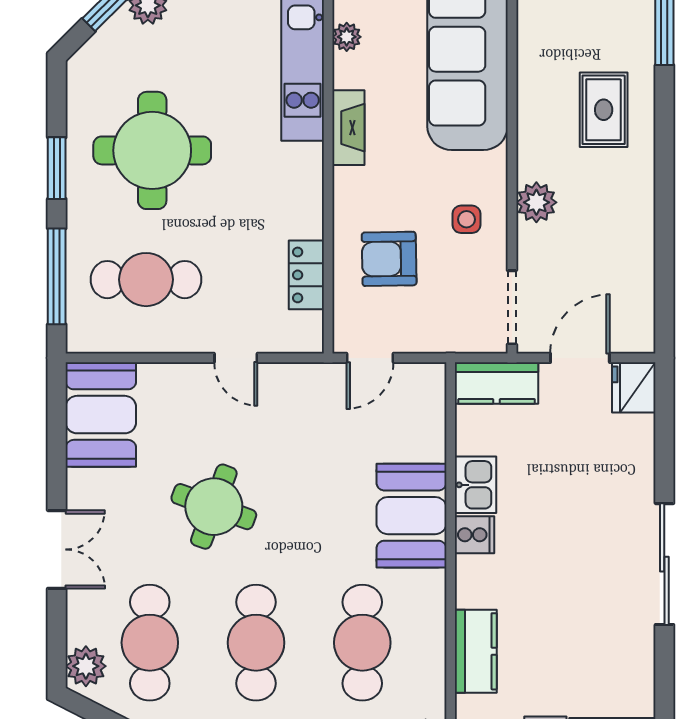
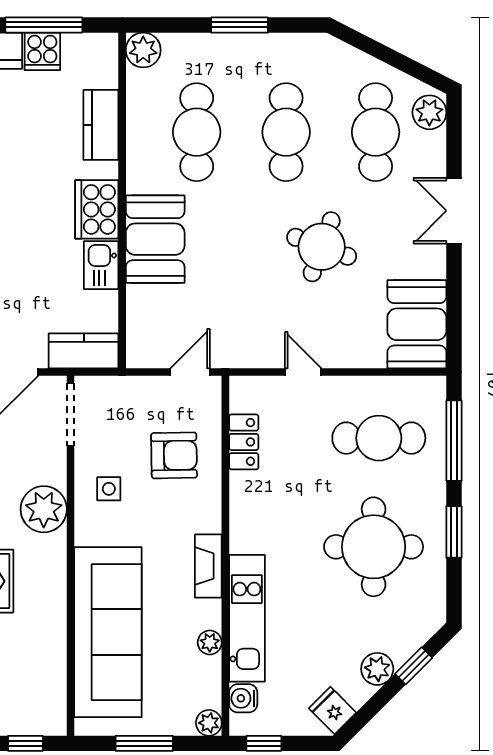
plant: (536, 202) -> (44, 509), width x1.36, depth x1.36
cooker: (475, 535) -> (97, 209), width x1.87, depth x1.31

